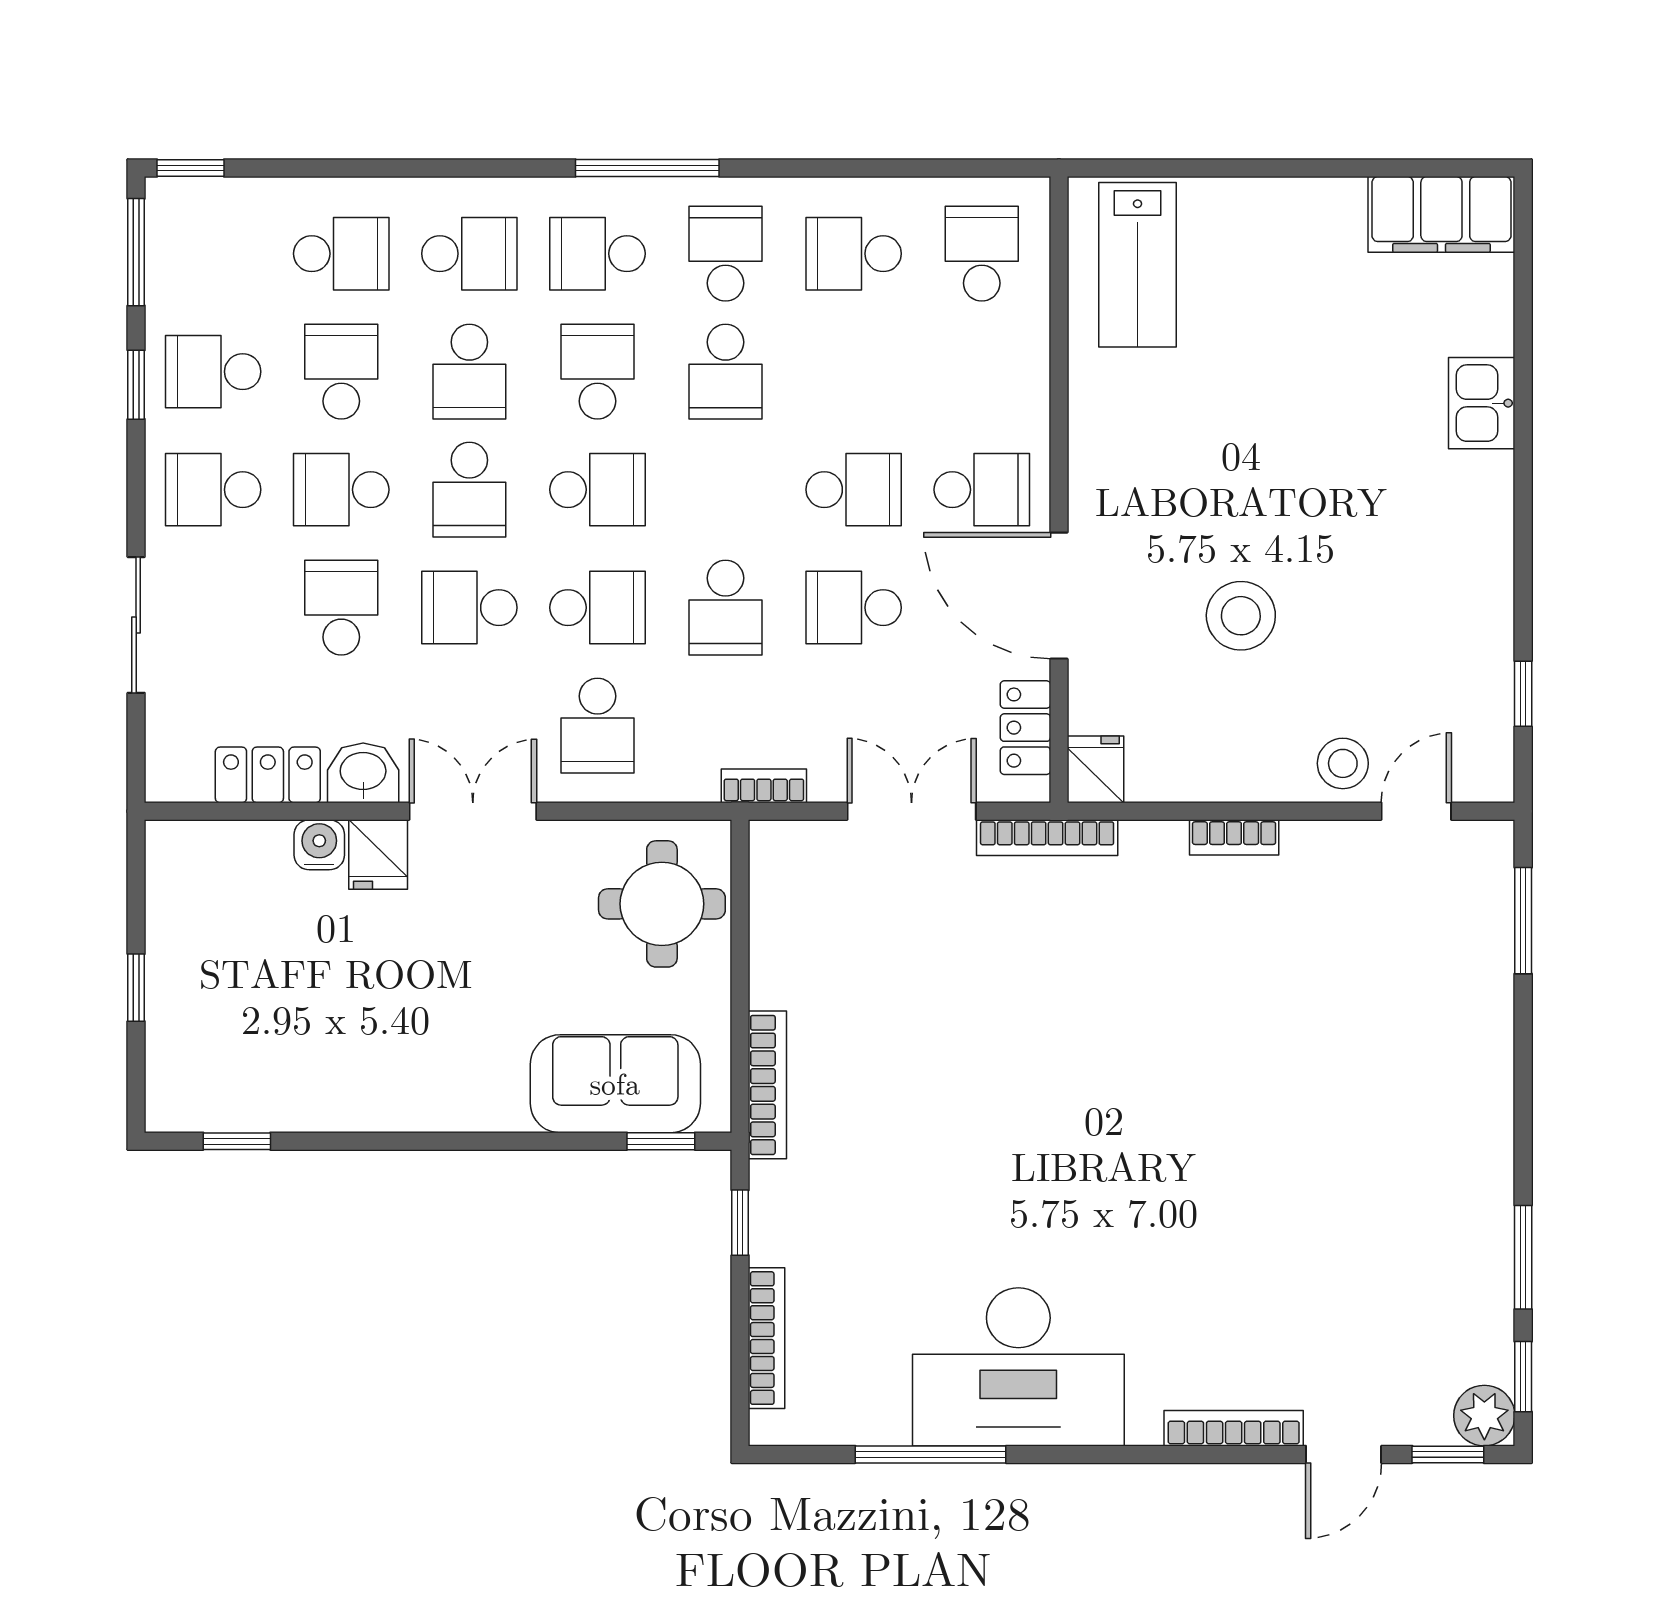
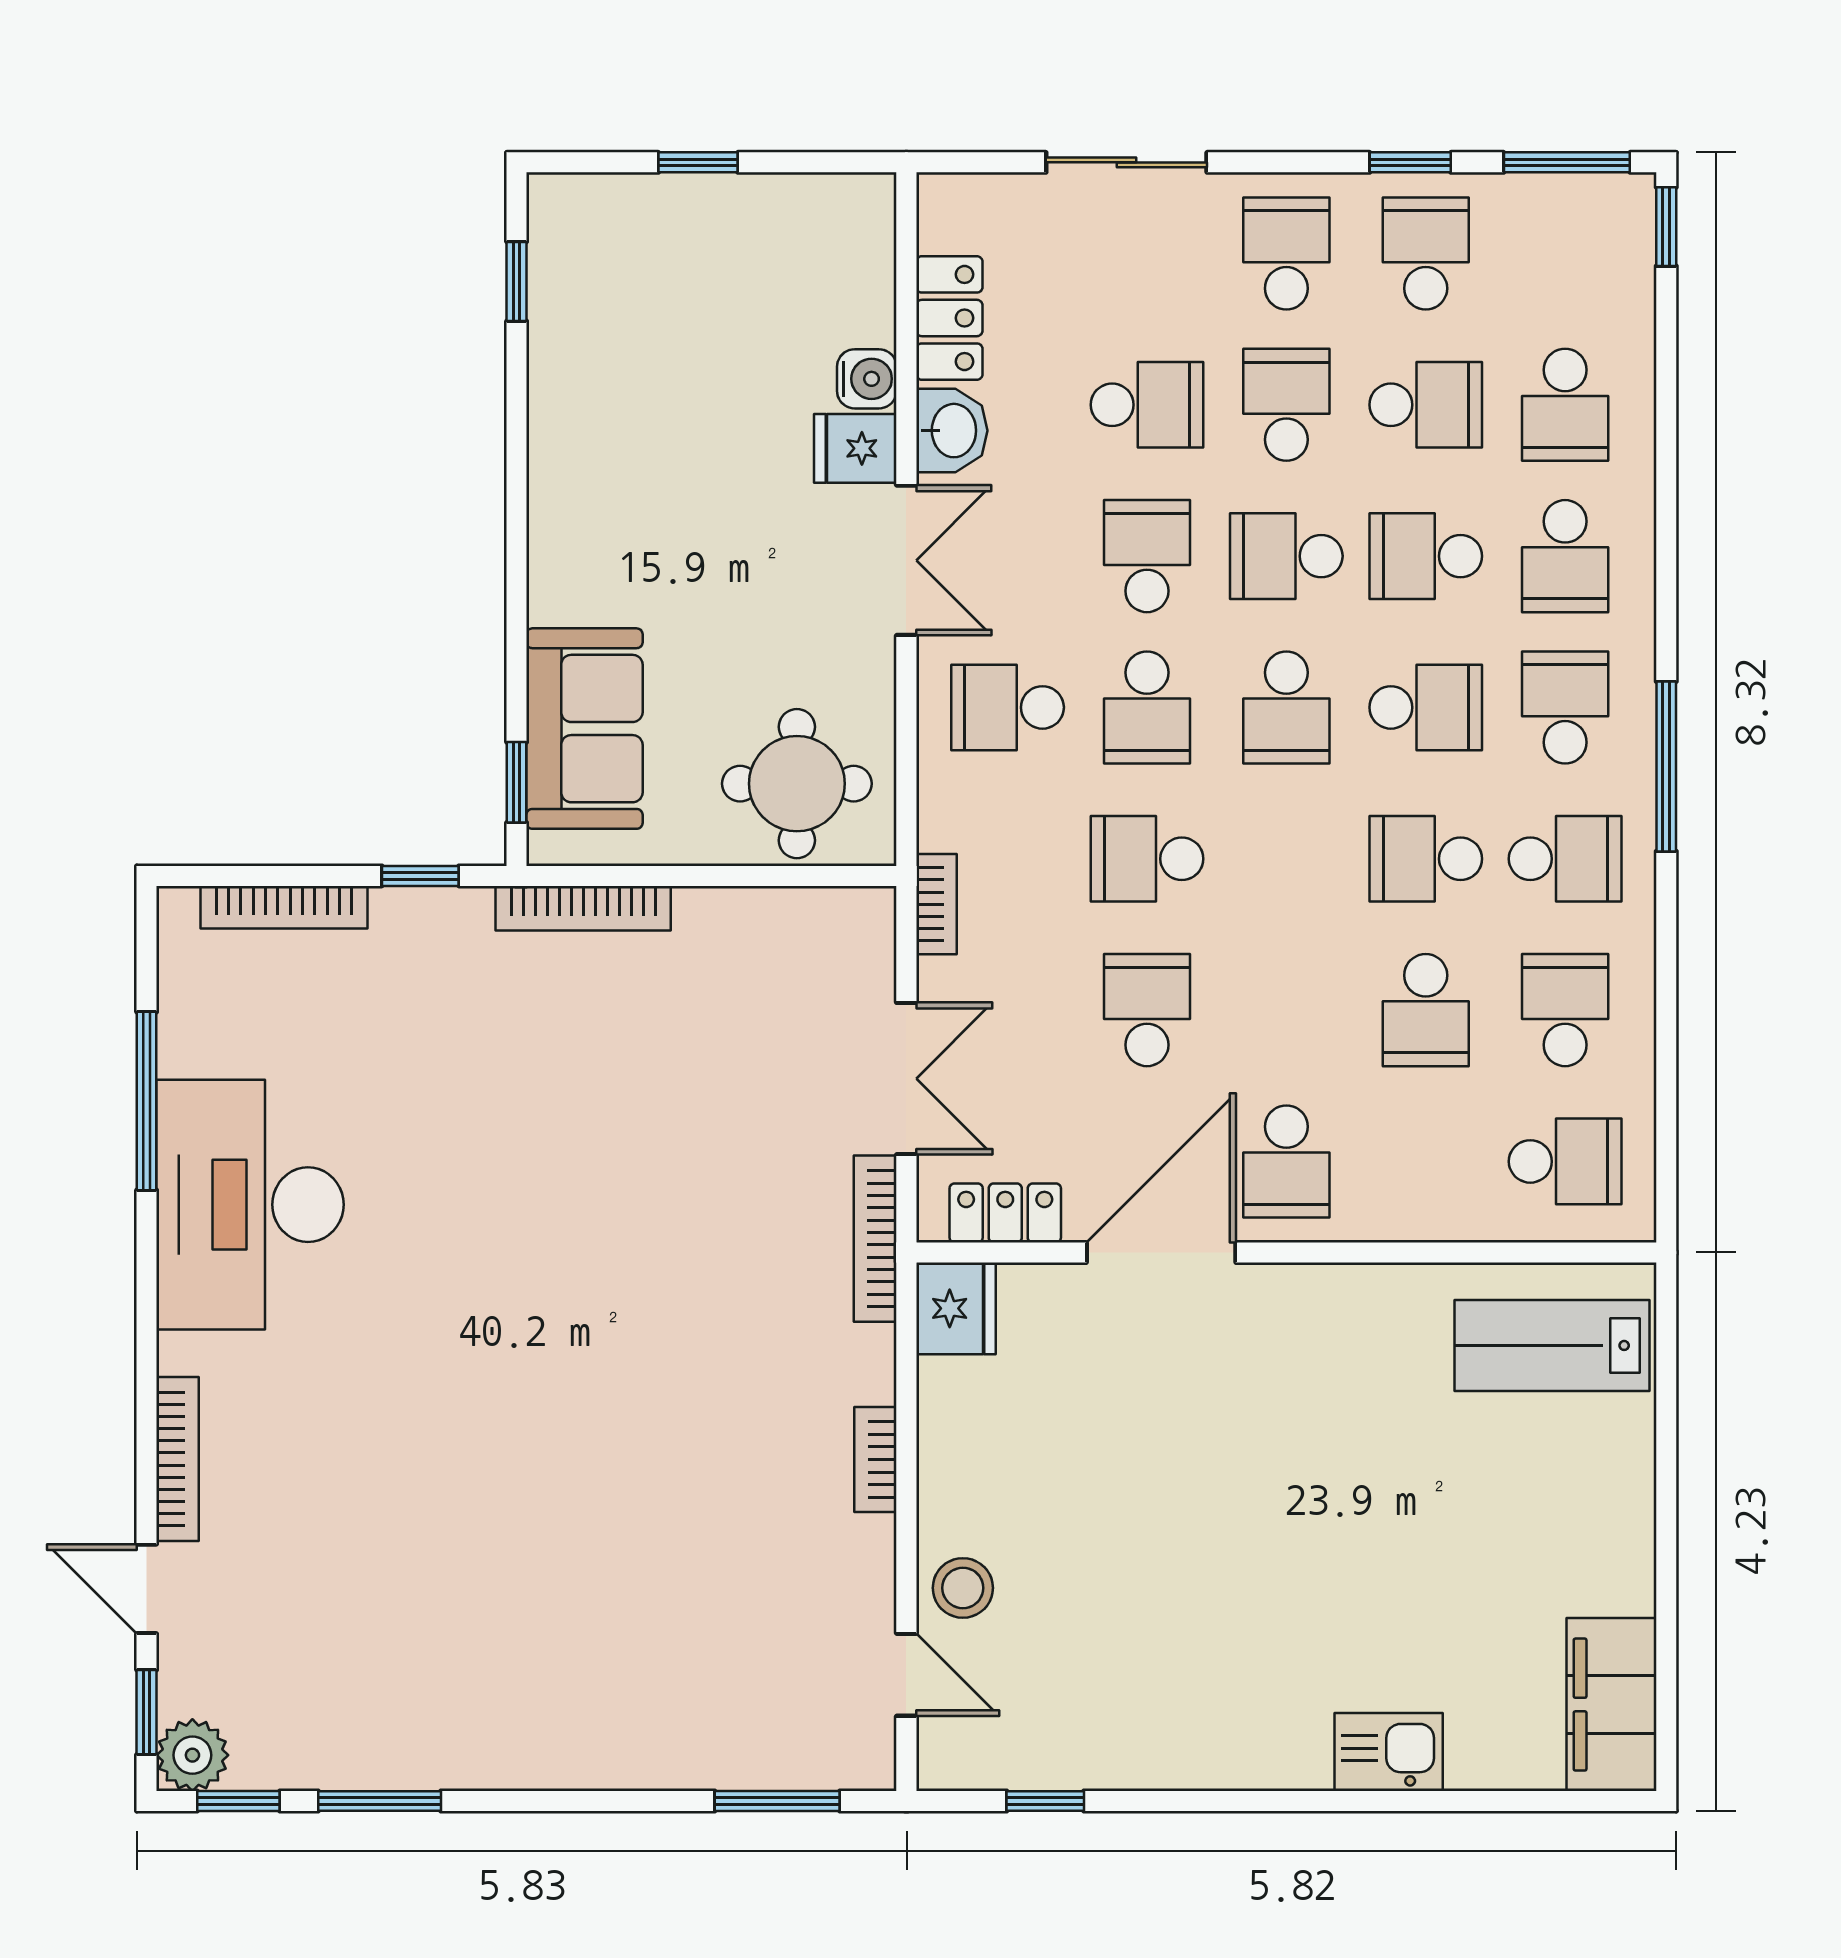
school desk: (854, 490) -> (1426, 1010), moved
stool: (1241, 616) -> (1137, 1468), removed
fridge: (1095, 769) -> (956, 1308), width x1.38

